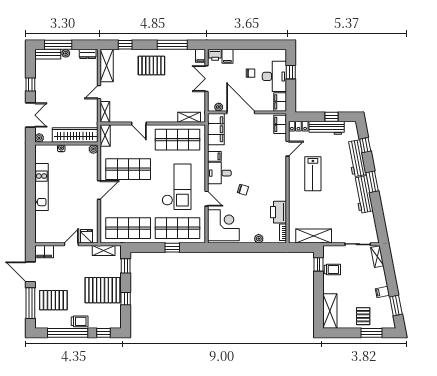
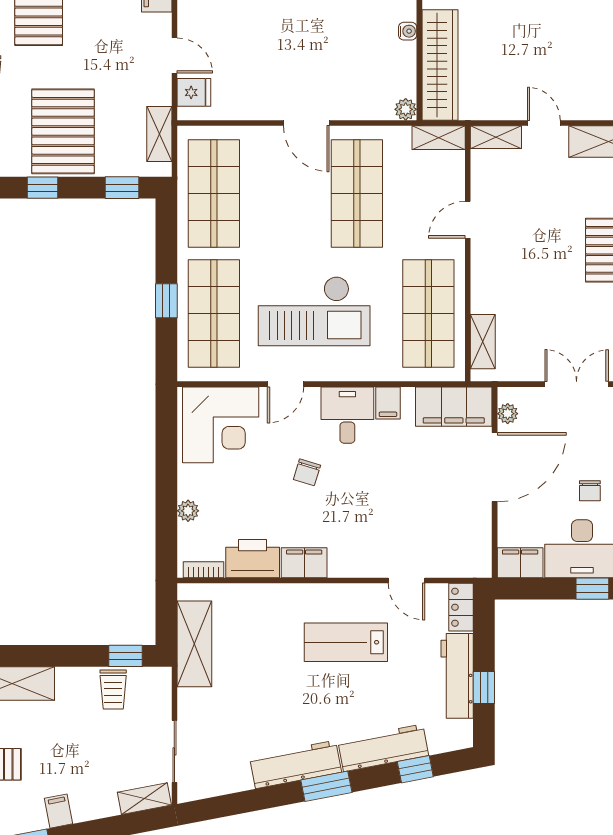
filing cabinet: (280, 124) -> (304, 563), moved

